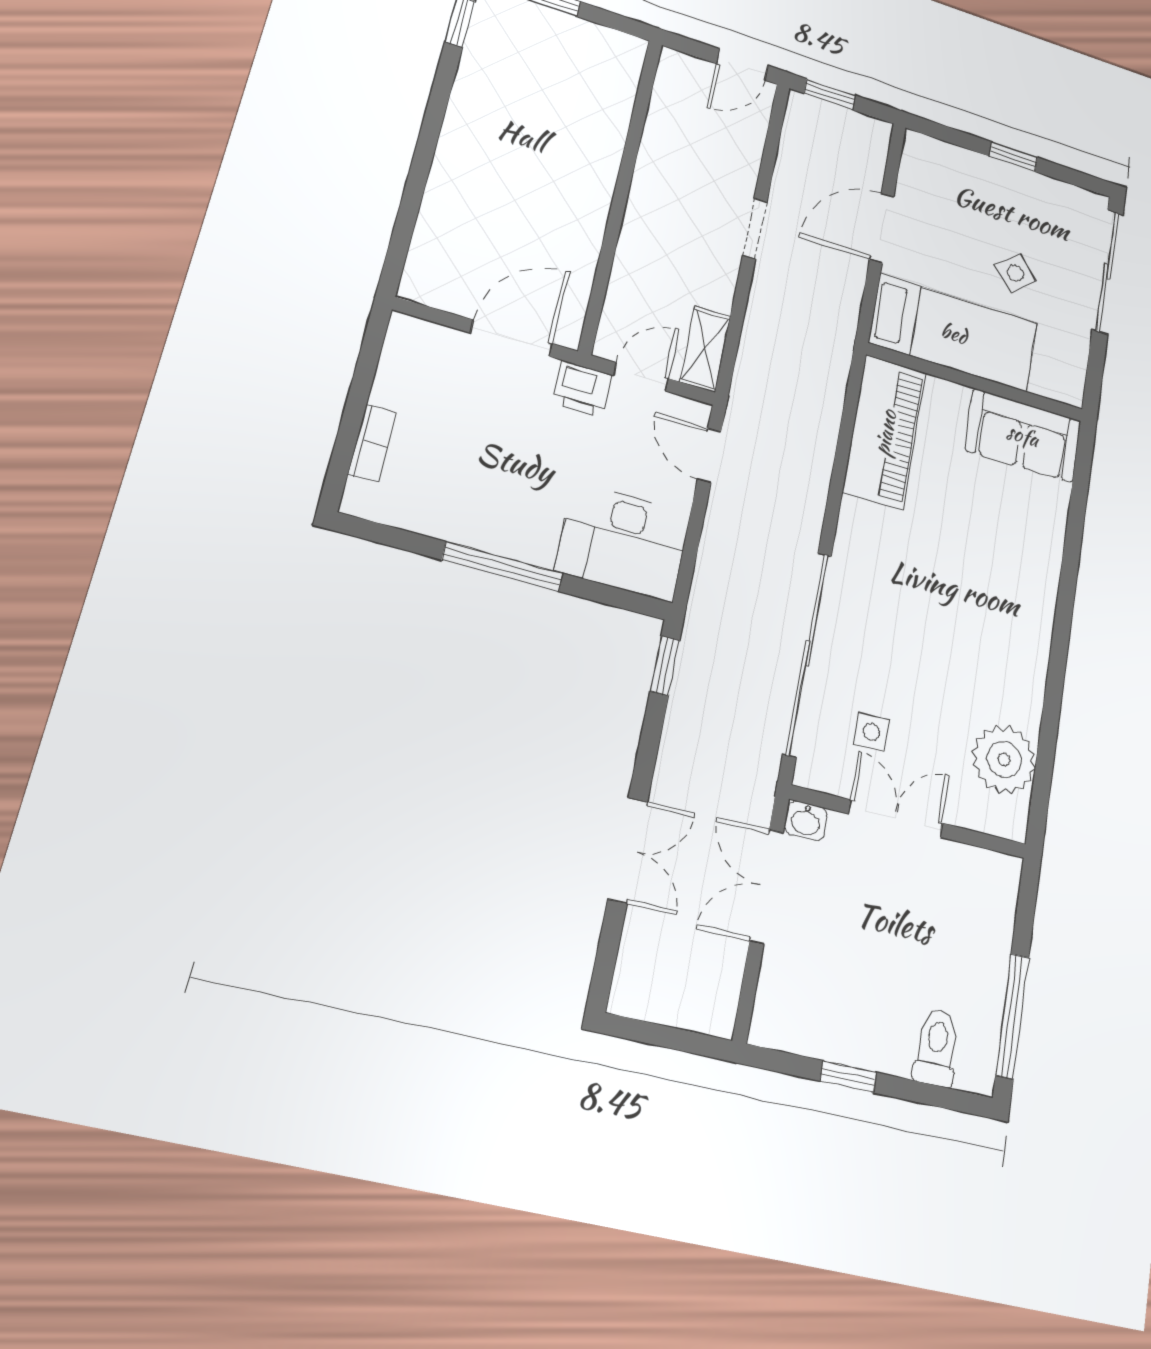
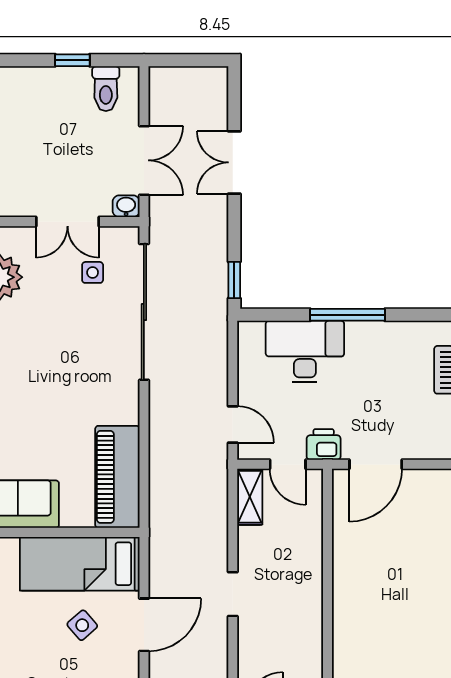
side table: (1016, 273) -> (82, 625), moved
door: (641, 377) -> (288, 464), hinge flipped
desk: (623, 542) -> (305, 352), moved
toilet: (937, 1047) -> (106, 89), moved

